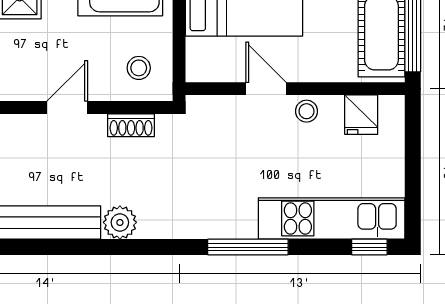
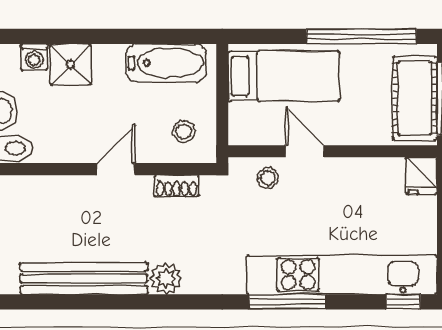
stool: (307, 111) -> (268, 178), moved
fridge: (361, 115) -> (421, 176), moved
kitchen unit: (332, 219) -> (342, 275), width x1.36

